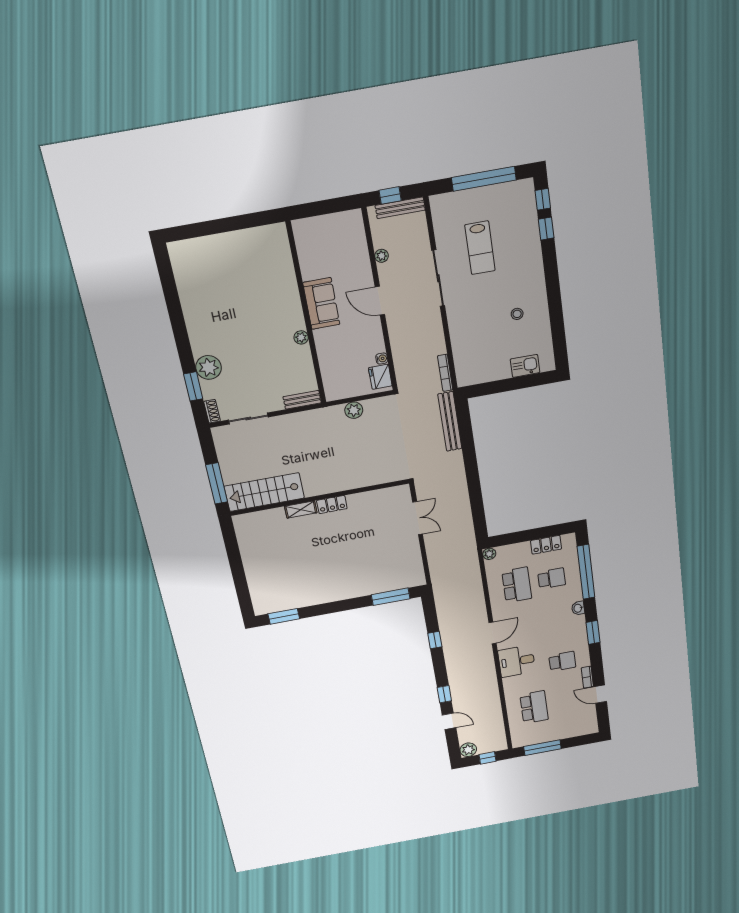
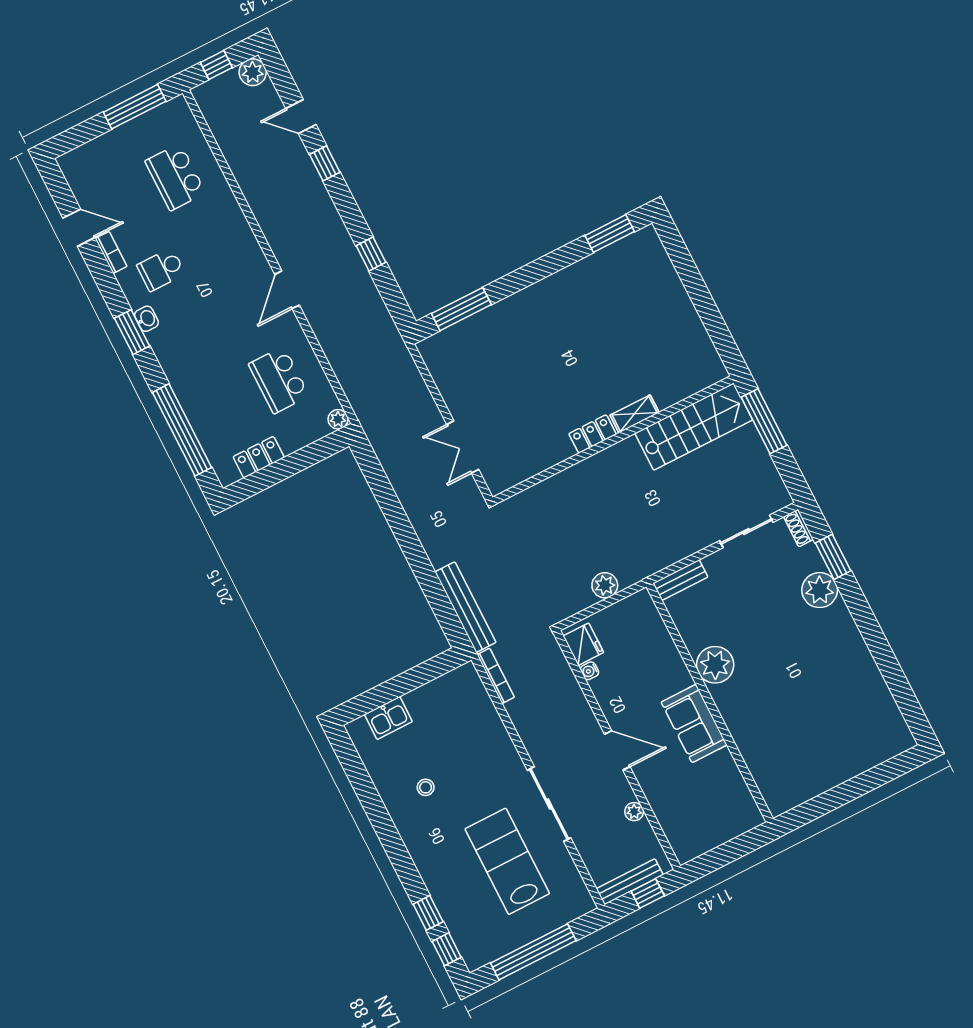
lab bench: (480, 248) -> (507, 861), width x1.36, depth x1.39
plant: (301, 337) -> (715, 665), width x1.87, depth x1.87
school desk: (552, 578) -> (230, 405), removed
washbasin: (578, 608) -> (146, 319), moved
desk: (517, 661) -> (232, 251), removed

